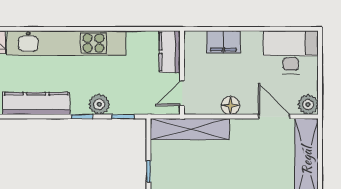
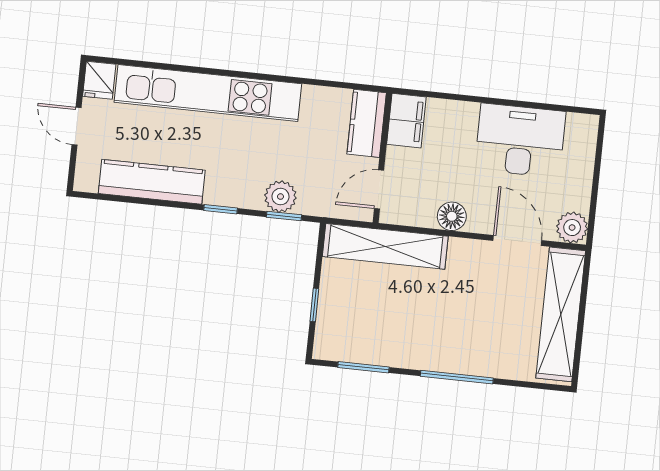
filing cabinet: (223, 42) -> (406, 121), moved, turned -90
desk: (291, 52) -> (520, 140), moved
plant: (99, 104) -> (280, 197), moved

